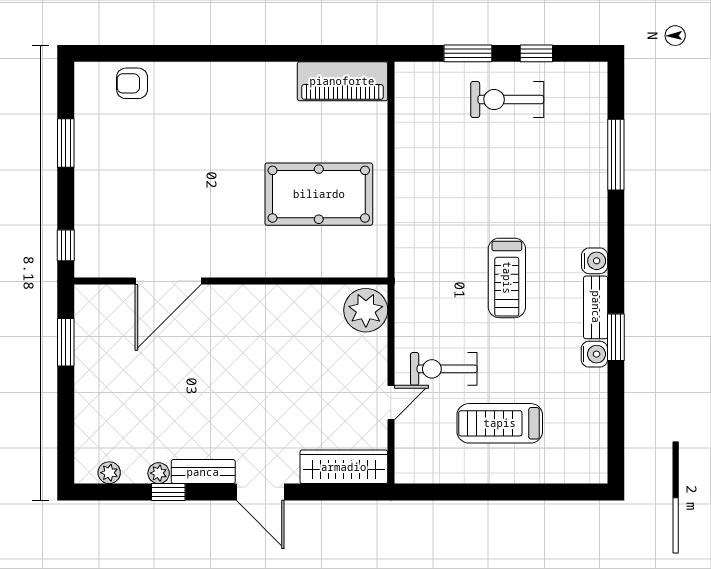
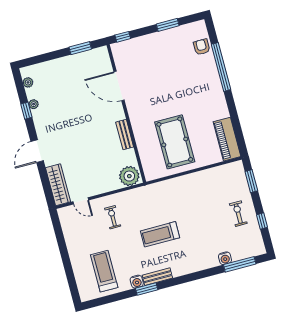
window: (185, 53) -> (221, 67), added
window: (468, 53) -> (251, 181), moved
exercise bike: (507, 100) -> (238, 214), width x0.73, depth x0.72
window: (616, 155) -> (240, 264), moved
water cooler: (595, 261) -> (225, 258), moved
exercise bike: (444, 369) -> (113, 217), width x0.73, depth x0.72
door: (391, 403) -> (81, 201), moved
treadmill: (500, 423) -> (104, 271), moved
bench: (203, 472) -> (125, 135), moved

